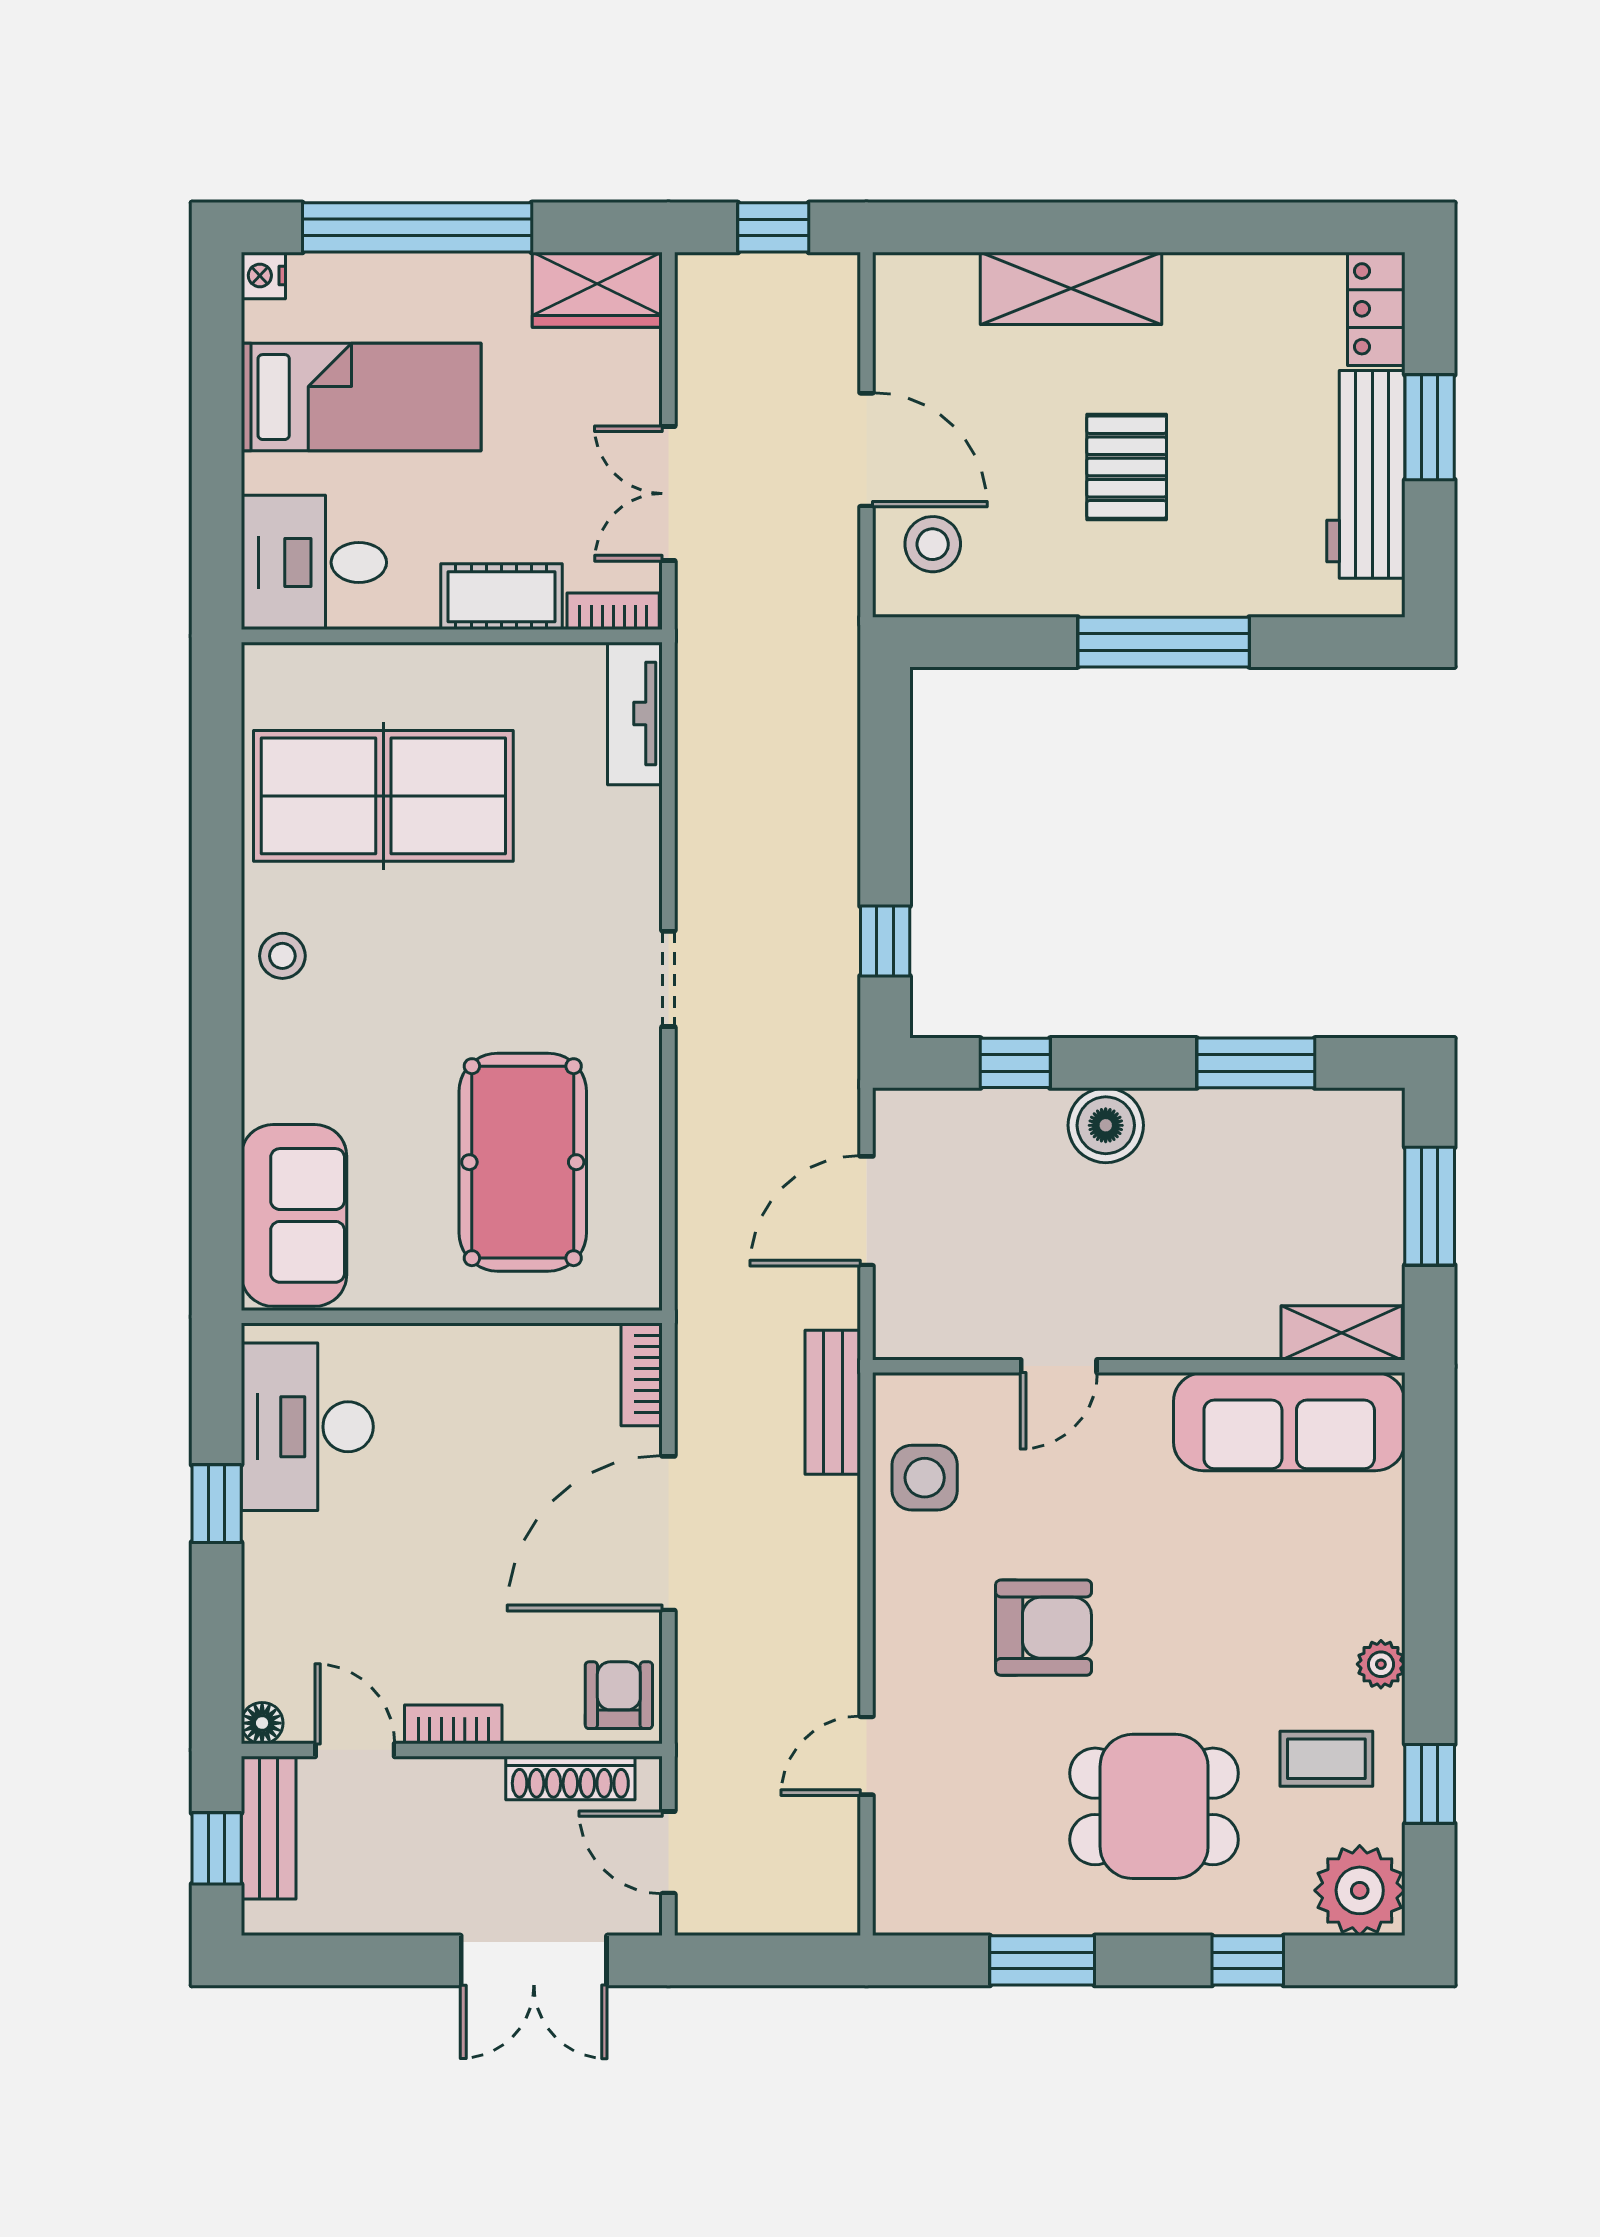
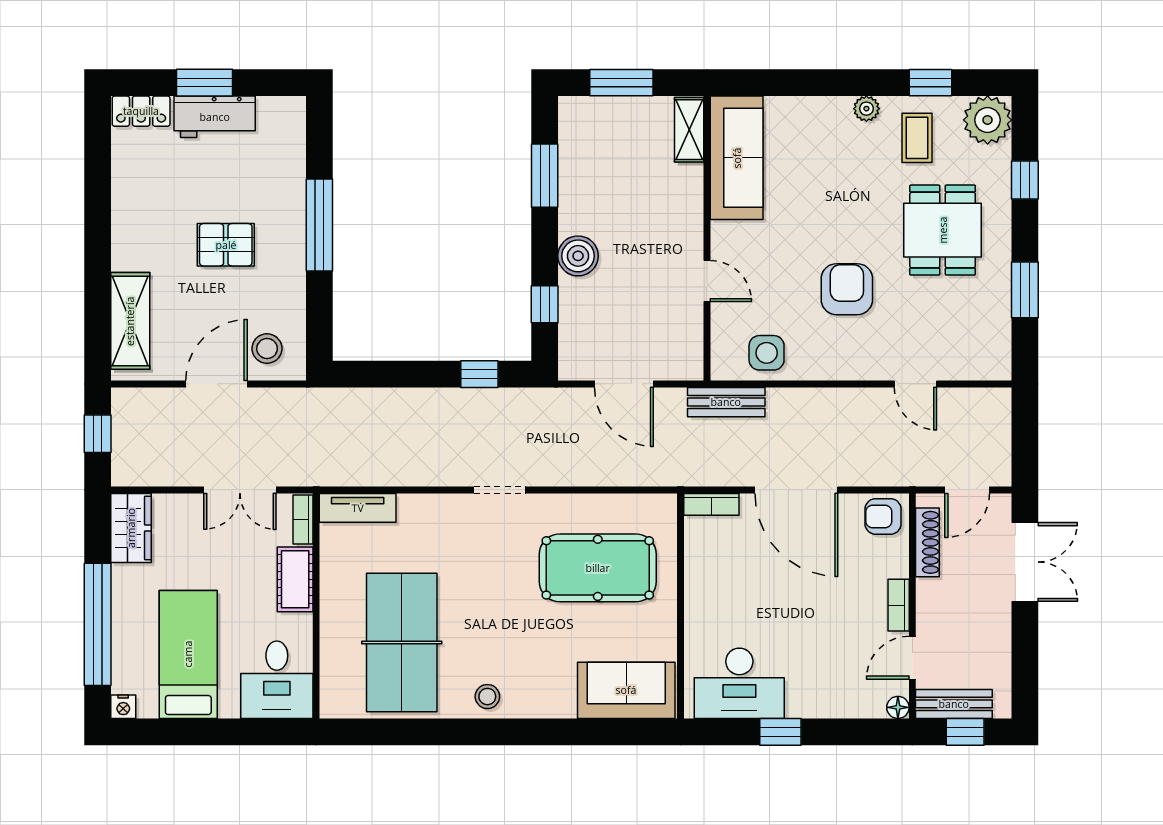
shelving: (1071, 288) -> (130, 321), moved
workbench: (1366, 474) -> (215, 117), width x0.73

